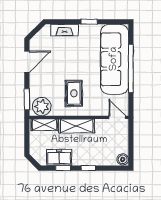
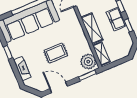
rug: (74, 93) -> (56, 53), moved
freezer: (59, 157) -> (116, 19), moved

